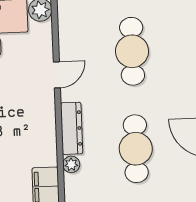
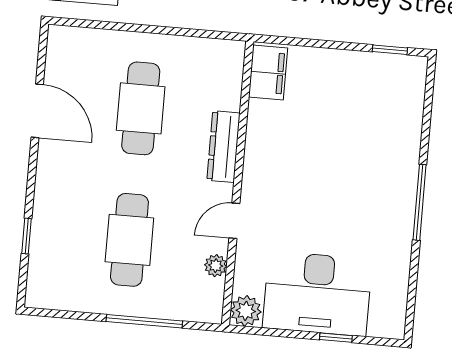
plant: (71, 164) -> (216, 266), moved

